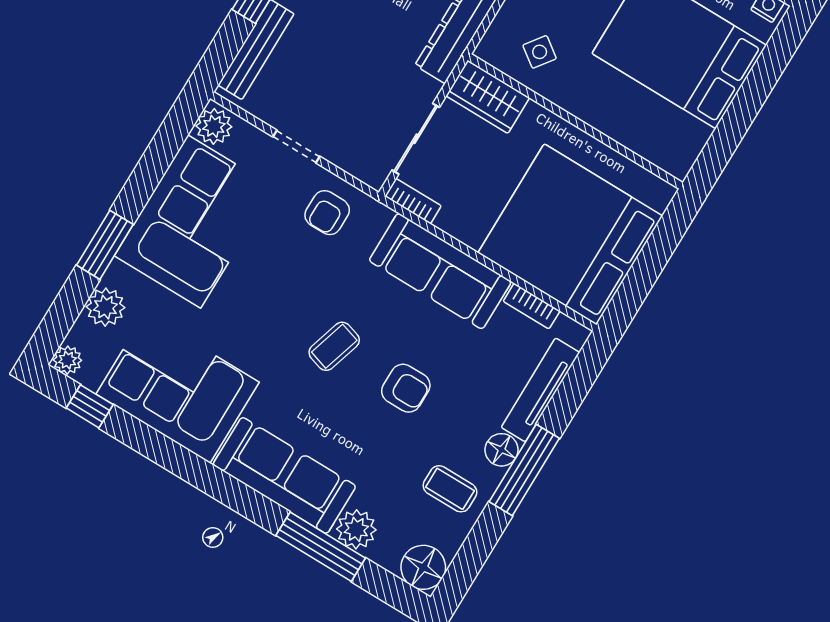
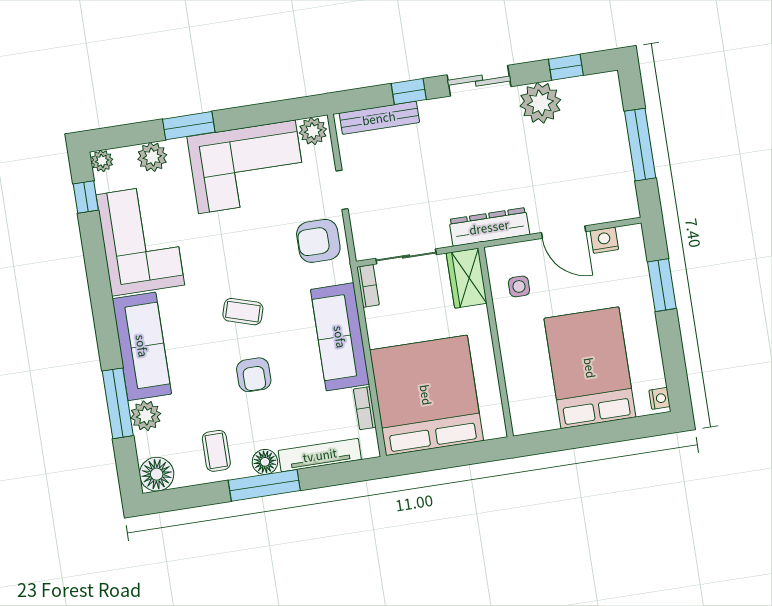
side table: (540, 52) -> (519, 286), turned -36
armchair: (327, 213) -> (318, 241), width x1.38, depth x1.38

